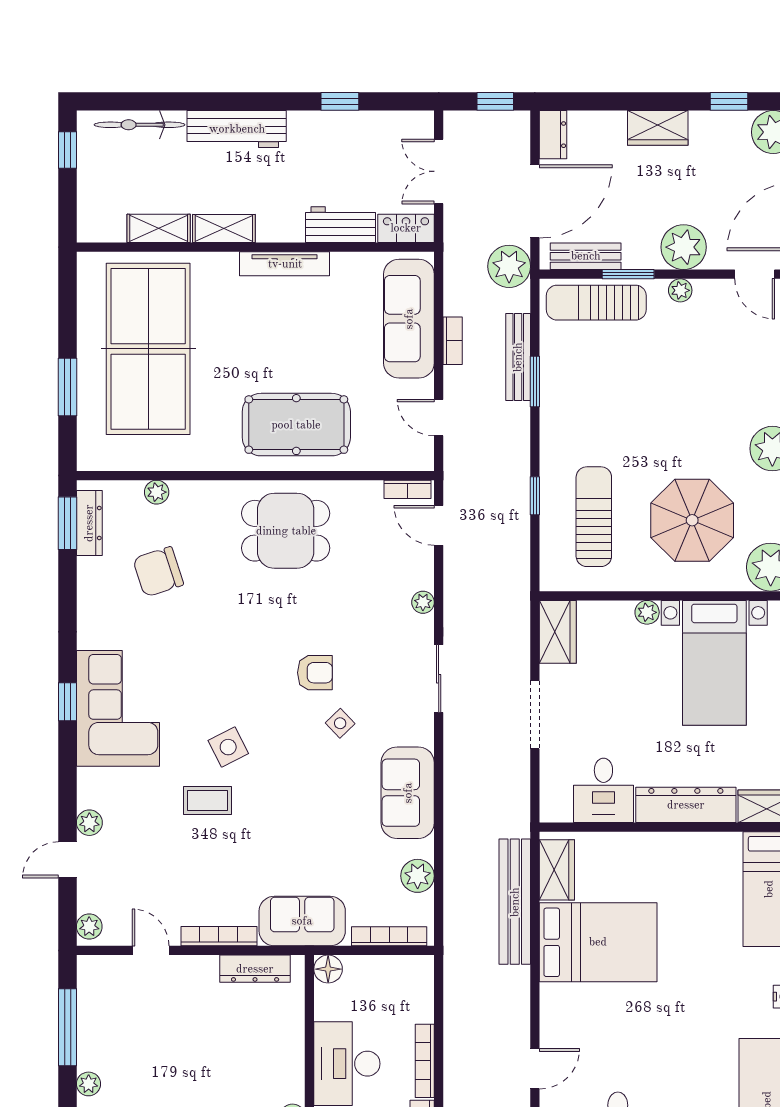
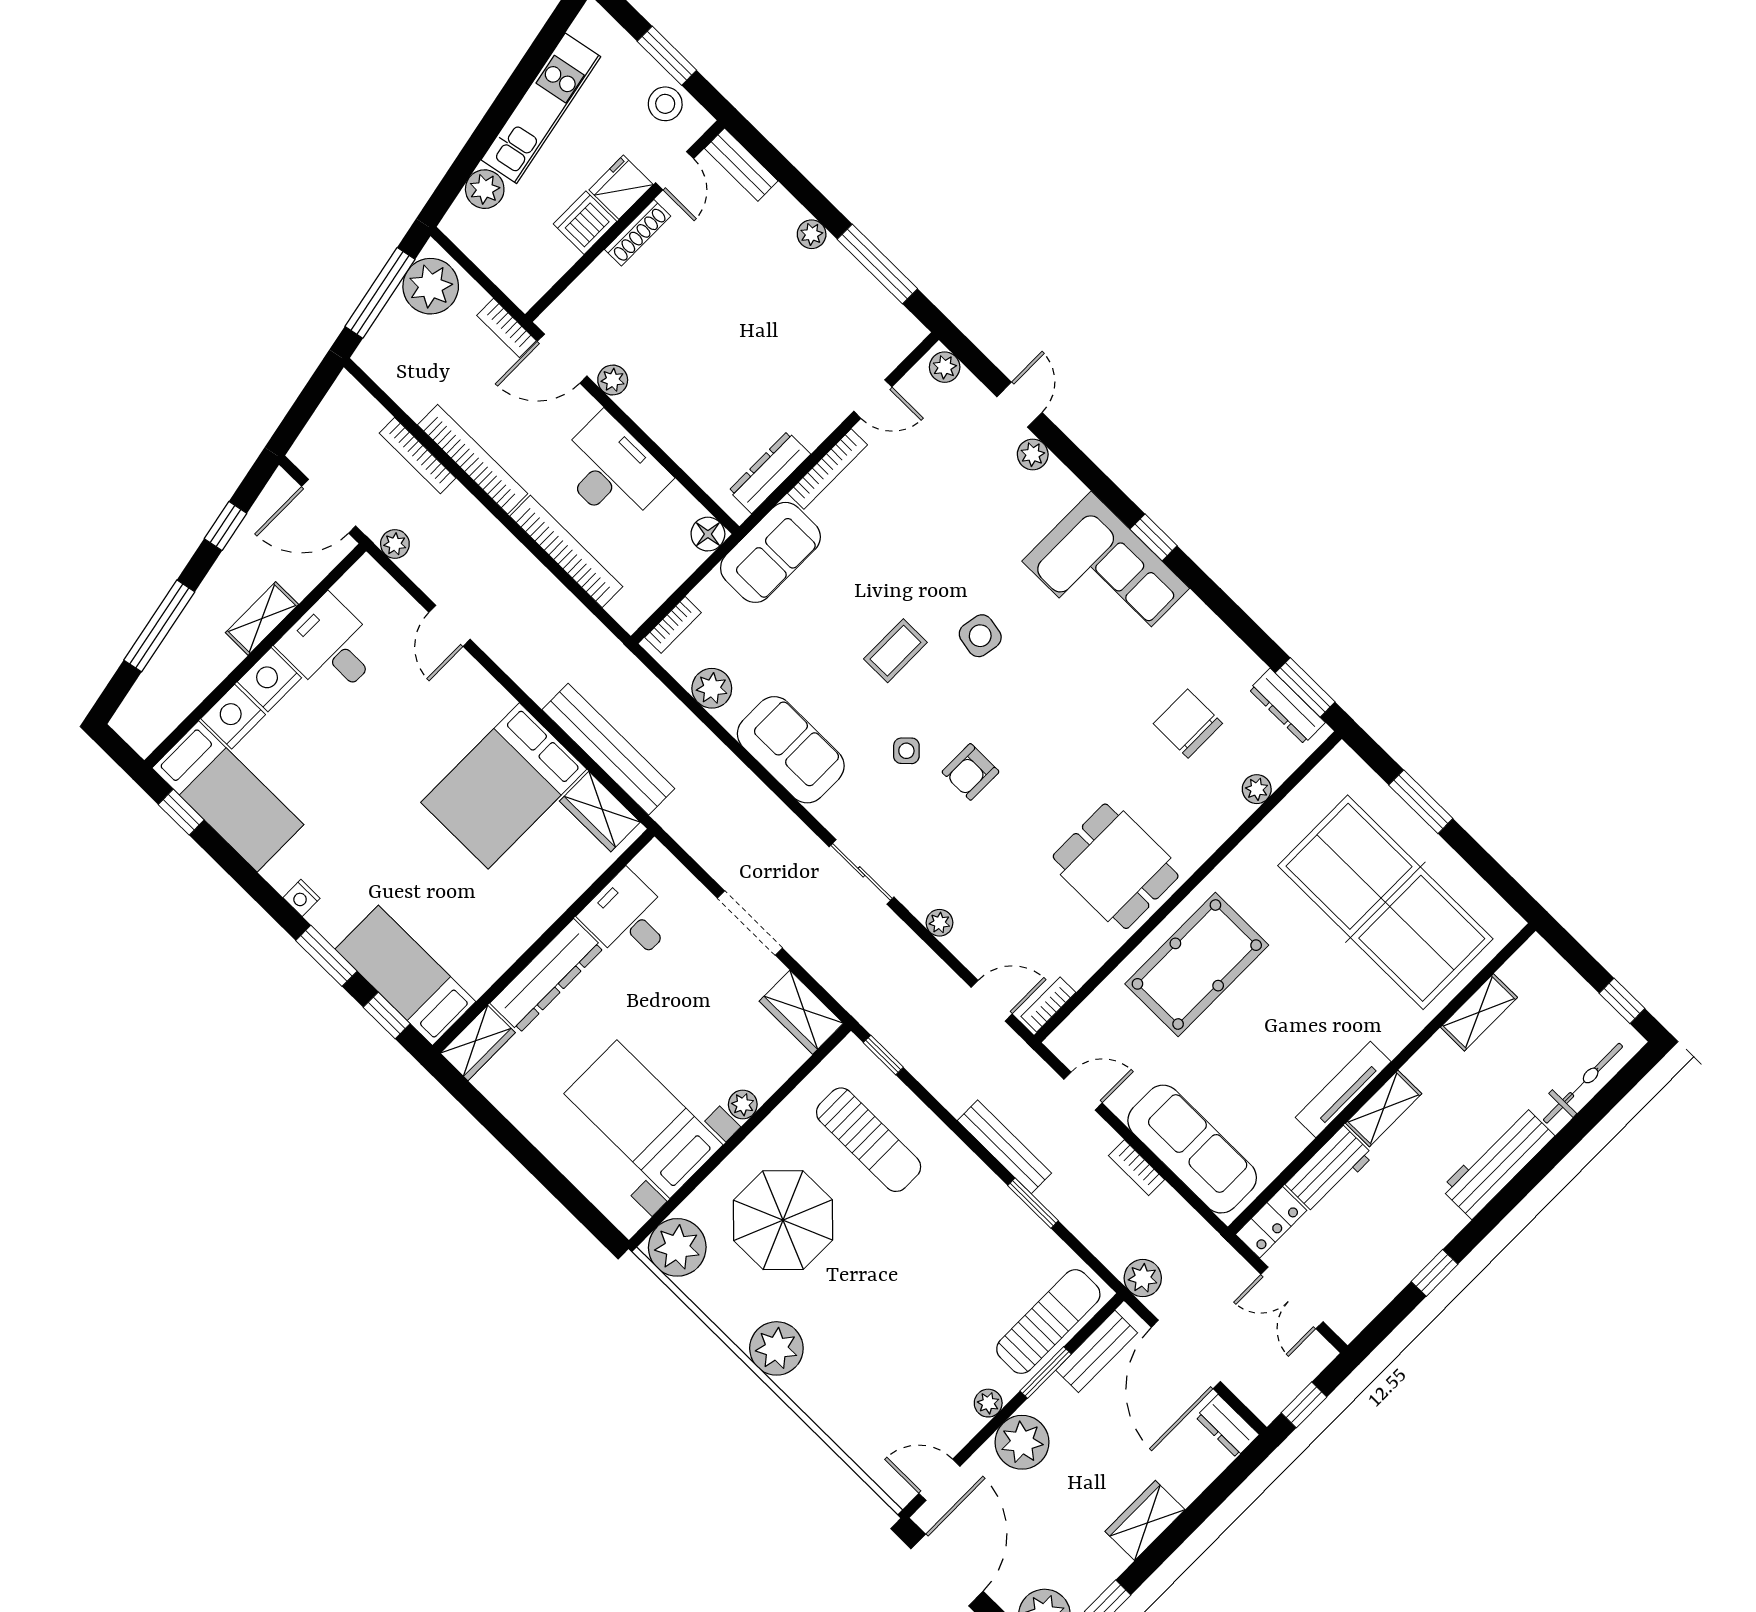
double door: (439, 171) -> (1292, 1298), swing flipped
shelving: (224, 229) -> (1384, 1108), moved
plant: (509, 266) -> (1143, 1278), width x0.73, depth x0.73
bench: (518, 357) -> (1004, 1147), moved
window: (535, 496) -> (883, 1055), moved
dining table: (286, 531) -> (1116, 866), turned 90
chair: (158, 572) -> (1188, 724), turned -72
side table: (228, 747) -> (980, 636), turned 37
coffee table: (208, 801) -> (895, 651), moved
bookcase: (389, 936) -> (673, 625), width x0.64
bookcase: (425, 1061) -> (566, 551), width x1.48, depth x1.31

